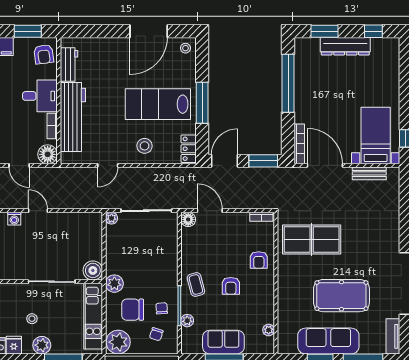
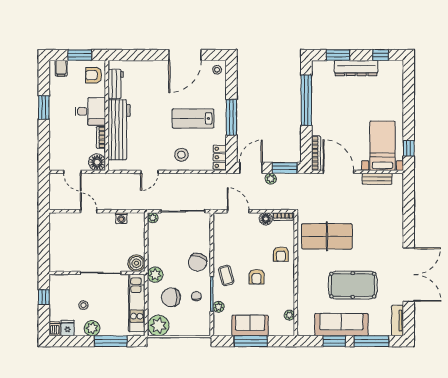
armchair: (44, 54) -> (94, 75), turned 97
lab bench: (158, 104) -> (193, 118), width x0.73, depth x0.72
plant: (247, 173) -> (271, 179), added
washing machine: (14, 219) -> (121, 218), moved
floor lamp: (188, 219) -> (266, 219), moved
chair: (156, 334) -> (198, 262), moved, width x1.87, depth x1.87

